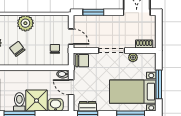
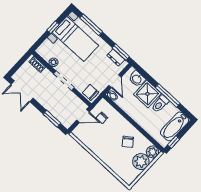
plant: (25, 23) -> (106, 154), removed
door: (71, 37) -> (83, 116), swing flipped
window: (159, 84) -> (53, 27), width x0.46

